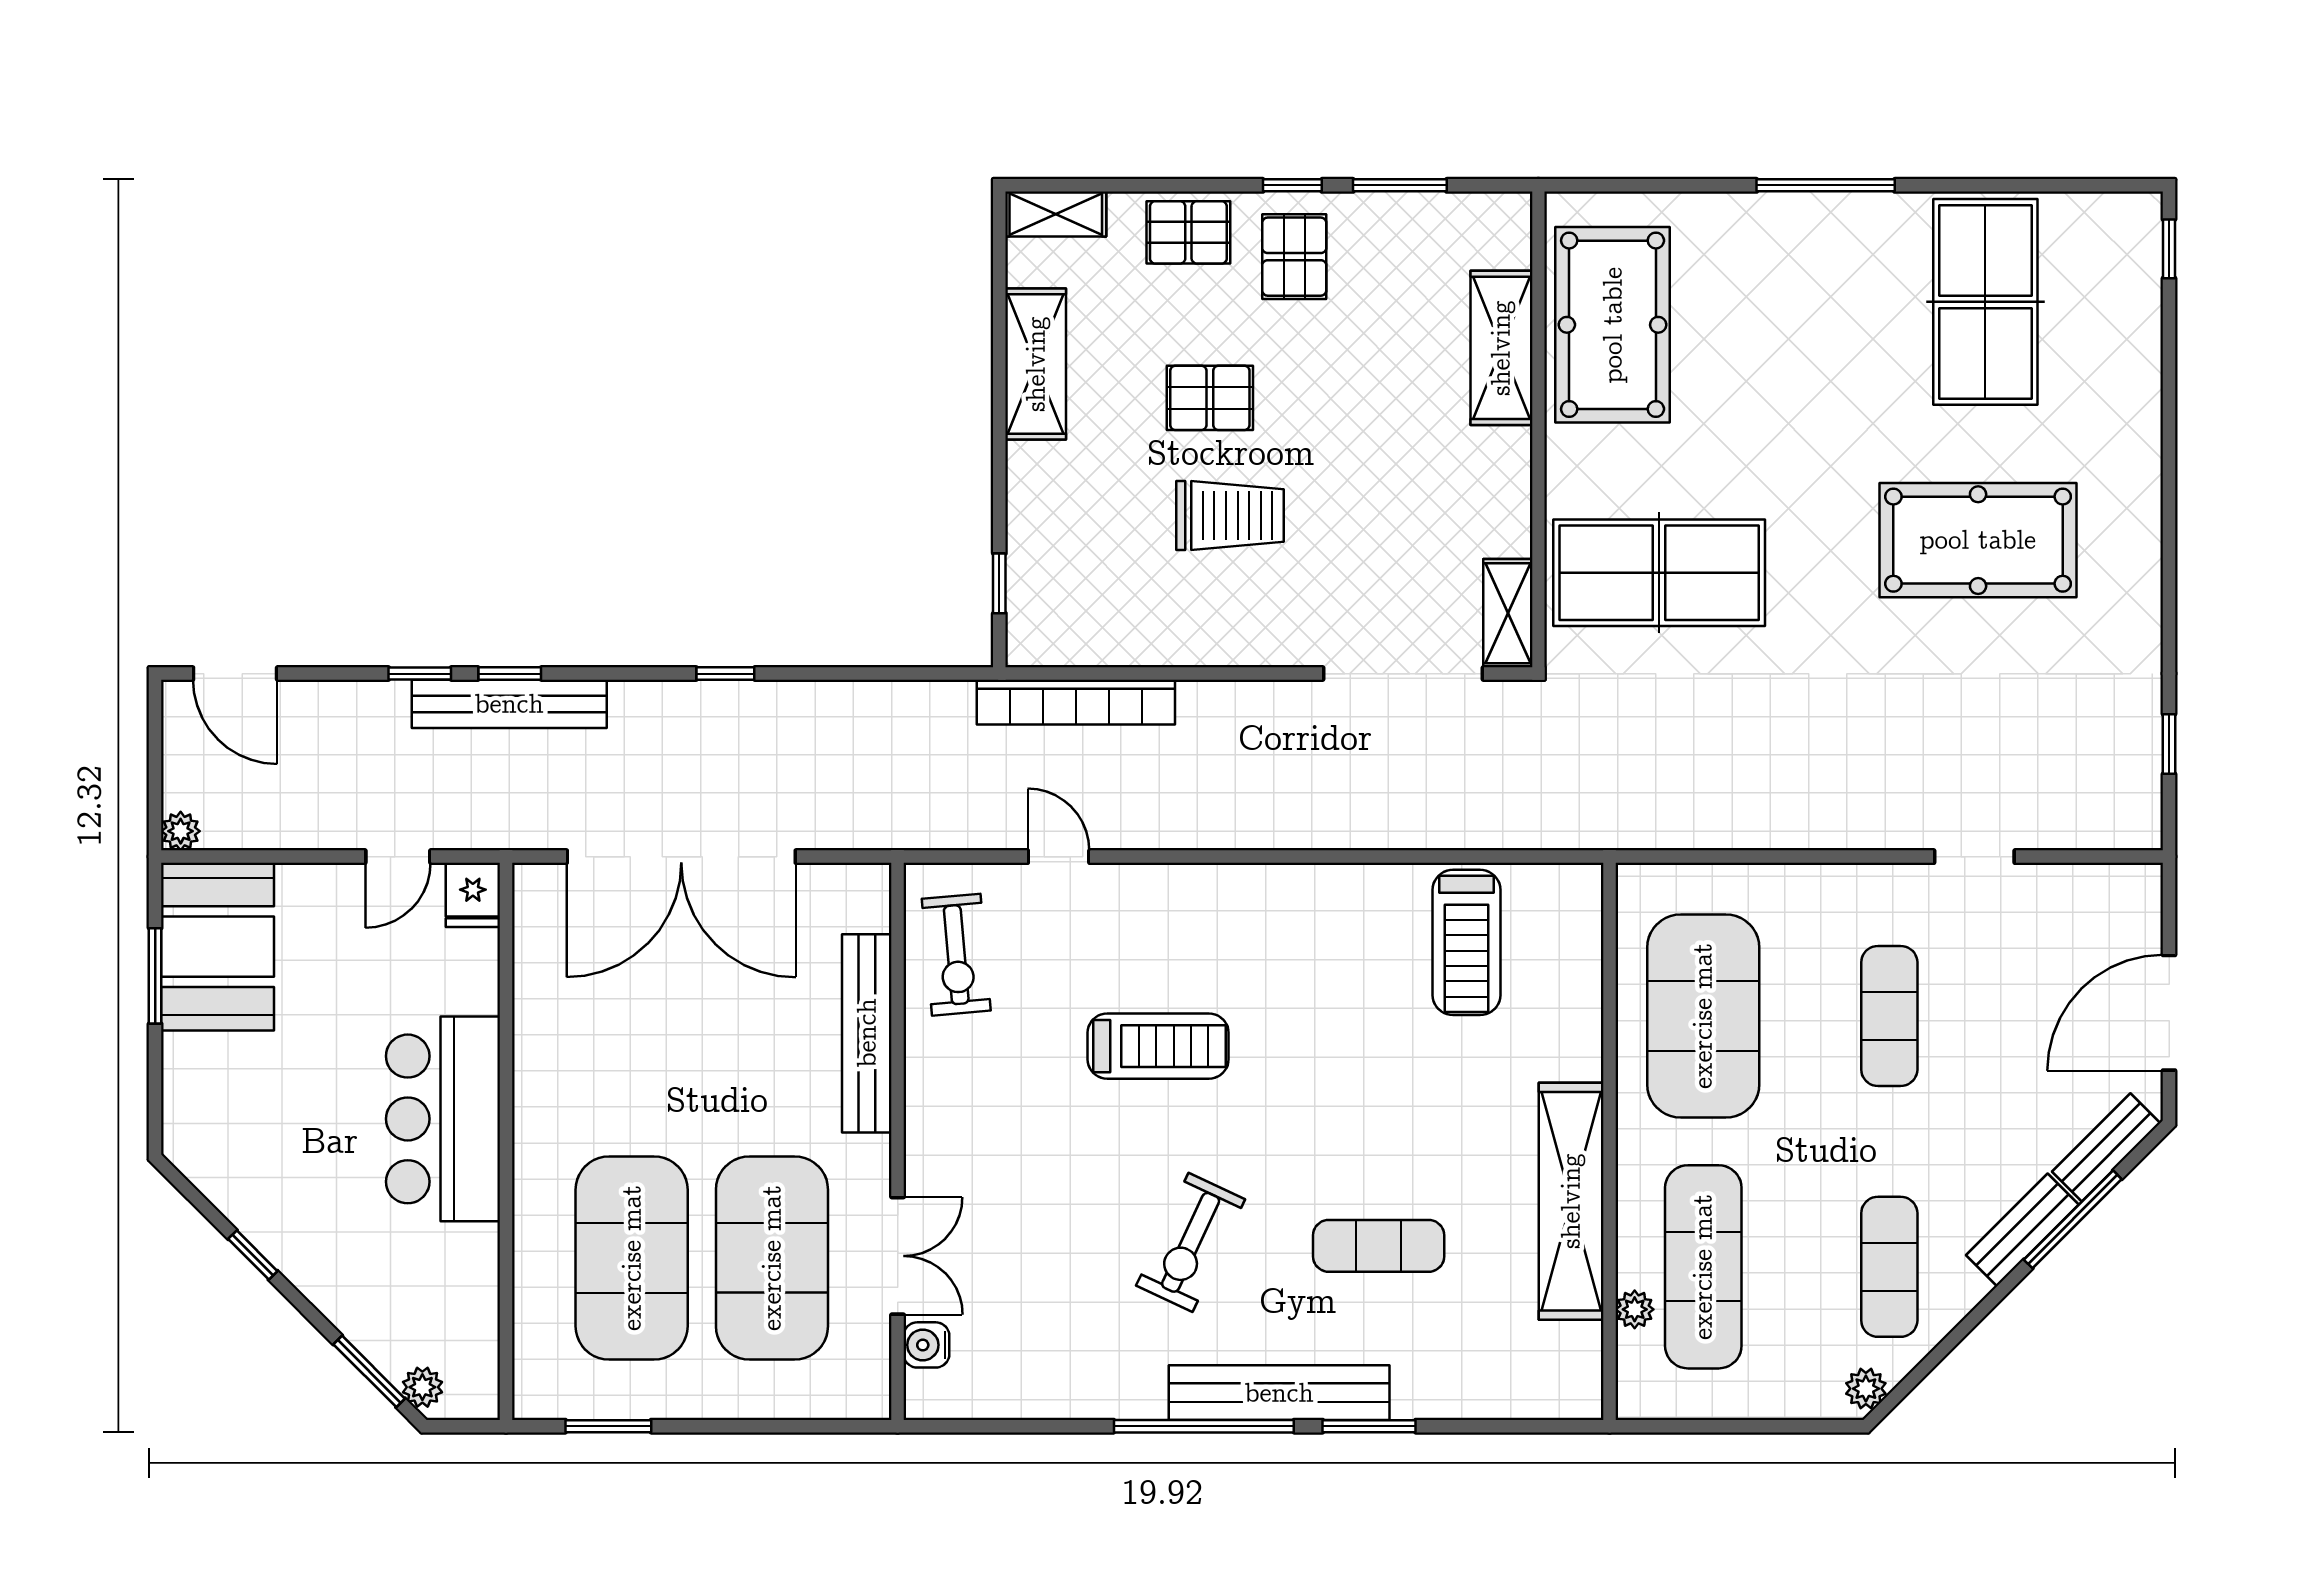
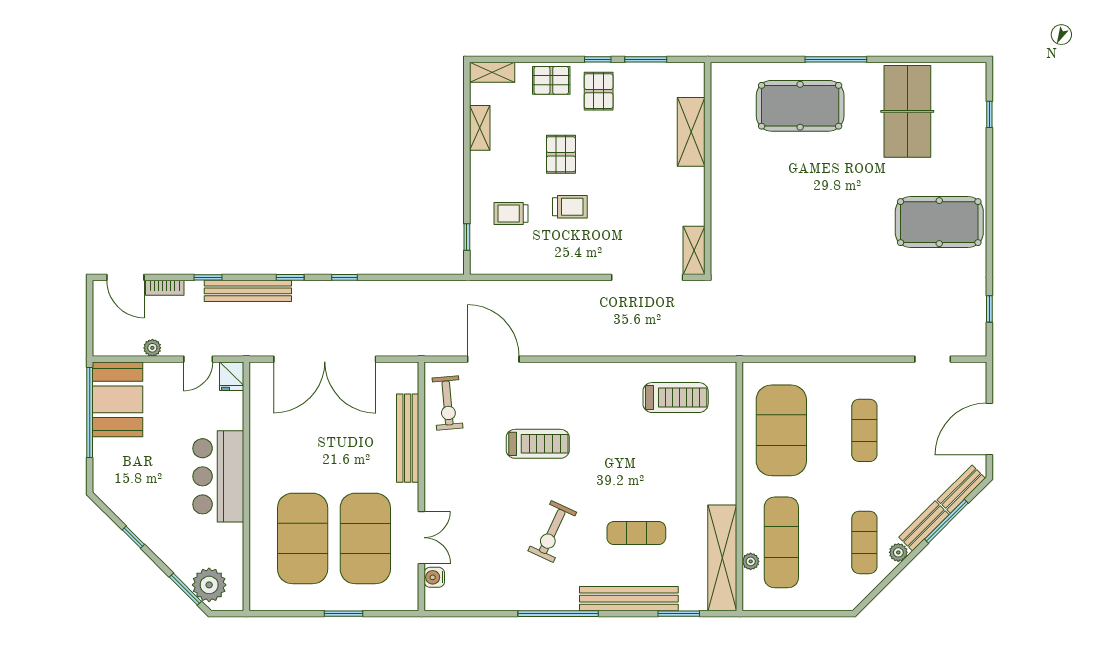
window: (2169, 249) -> (989, 114), moved
pool table: (1613, 325) -> (800, 106), moved, turned 90
shelving: (1036, 364) -> (480, 128), width x0.67, depth x0.75
pallet: (1210, 398) -> (561, 154), turned 90
trolley: (1230, 516) -> (570, 207), width x0.73, depth x0.72
trolley: (1098, 531) -> (511, 214), added
pool table: (1978, 540) -> (939, 222), moved
table tennis table: (1659, 573) -> (762, 232), removed
window: (510, 674) -> (290, 277), moved
bookcase: (1076, 702) -> (165, 288), moved, width x0.43, depth x0.76
plant: (181, 831) -> (152, 348), moved
door: (1059, 857) -> (493, 359), width x1.87
doorway: (1974, 857) -> (933, 359), moved
treadmill: (1466, 942) -> (676, 398), turned -90
window: (155, 976) -> (90, 412), width x2.11
shelving: (1571, 1201) -> (722, 558), moved
plant: (422, 1387) -> (209, 585), width x1.87, depth x1.87
plant: (1866, 1389) -> (898, 552), moved
bench: (1279, 1393) -> (629, 599), moved
window: (608, 1426) -> (343, 614), moved
window: (1369, 1426) -> (679, 614), moved

